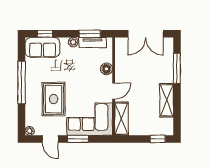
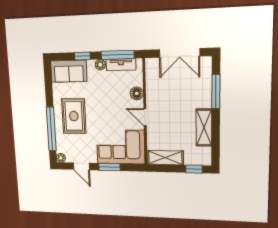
window: (45, 34) -> (82, 56), moved
window: (90, 34) -> (118, 55), width x1.44
window: (22, 83) -> (51, 129), moved
door: (114, 91) -> (145, 117), swing flipped
rug: (54, 99) -> (74, 116), moved
shelving: (121, 119) -> (165, 158), moved, turned 90

